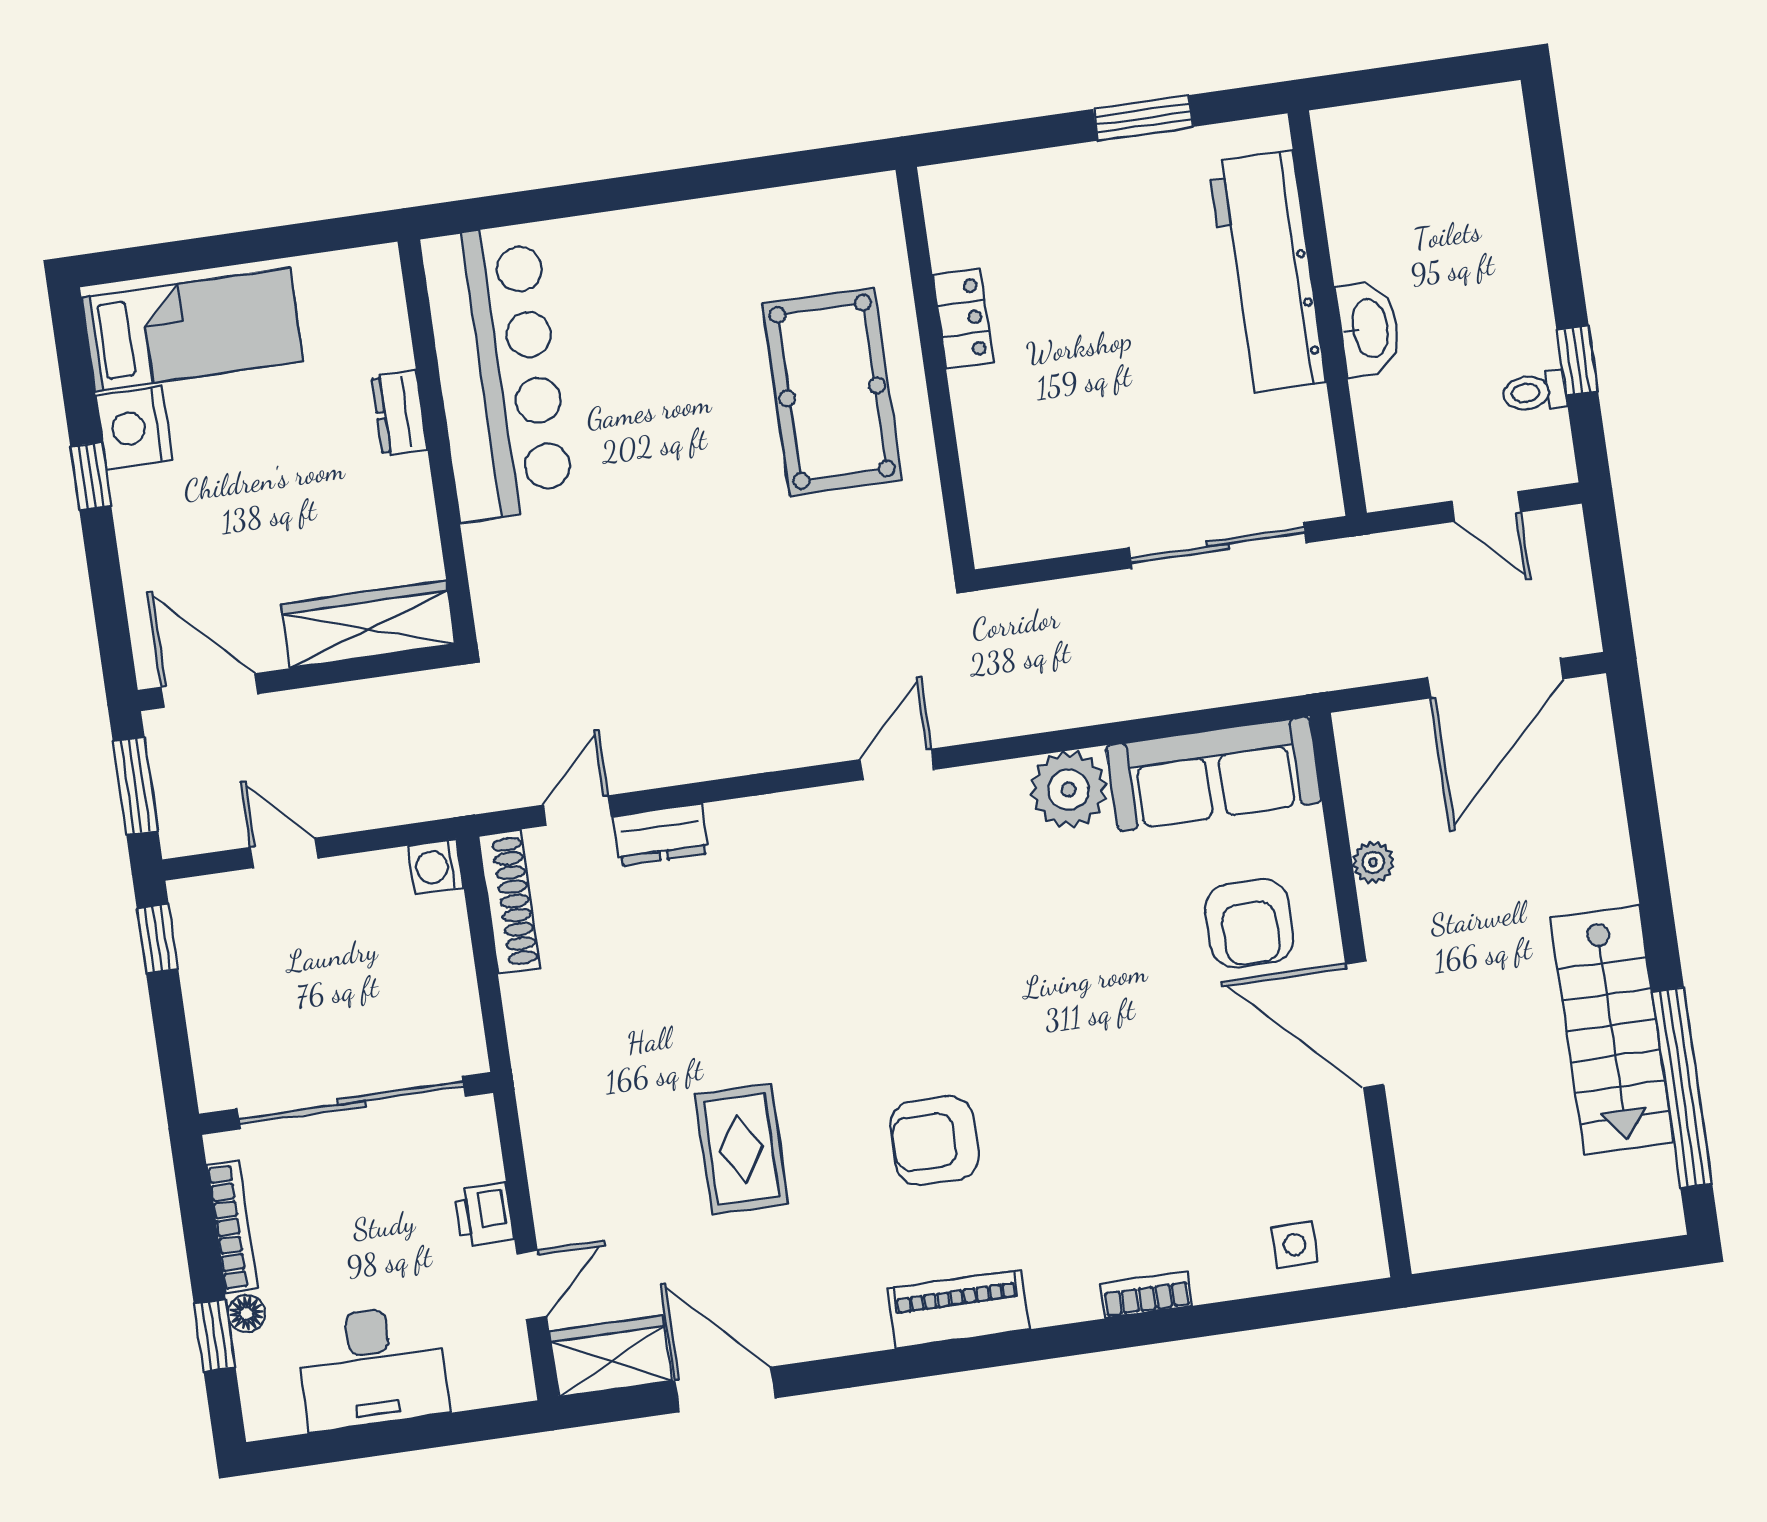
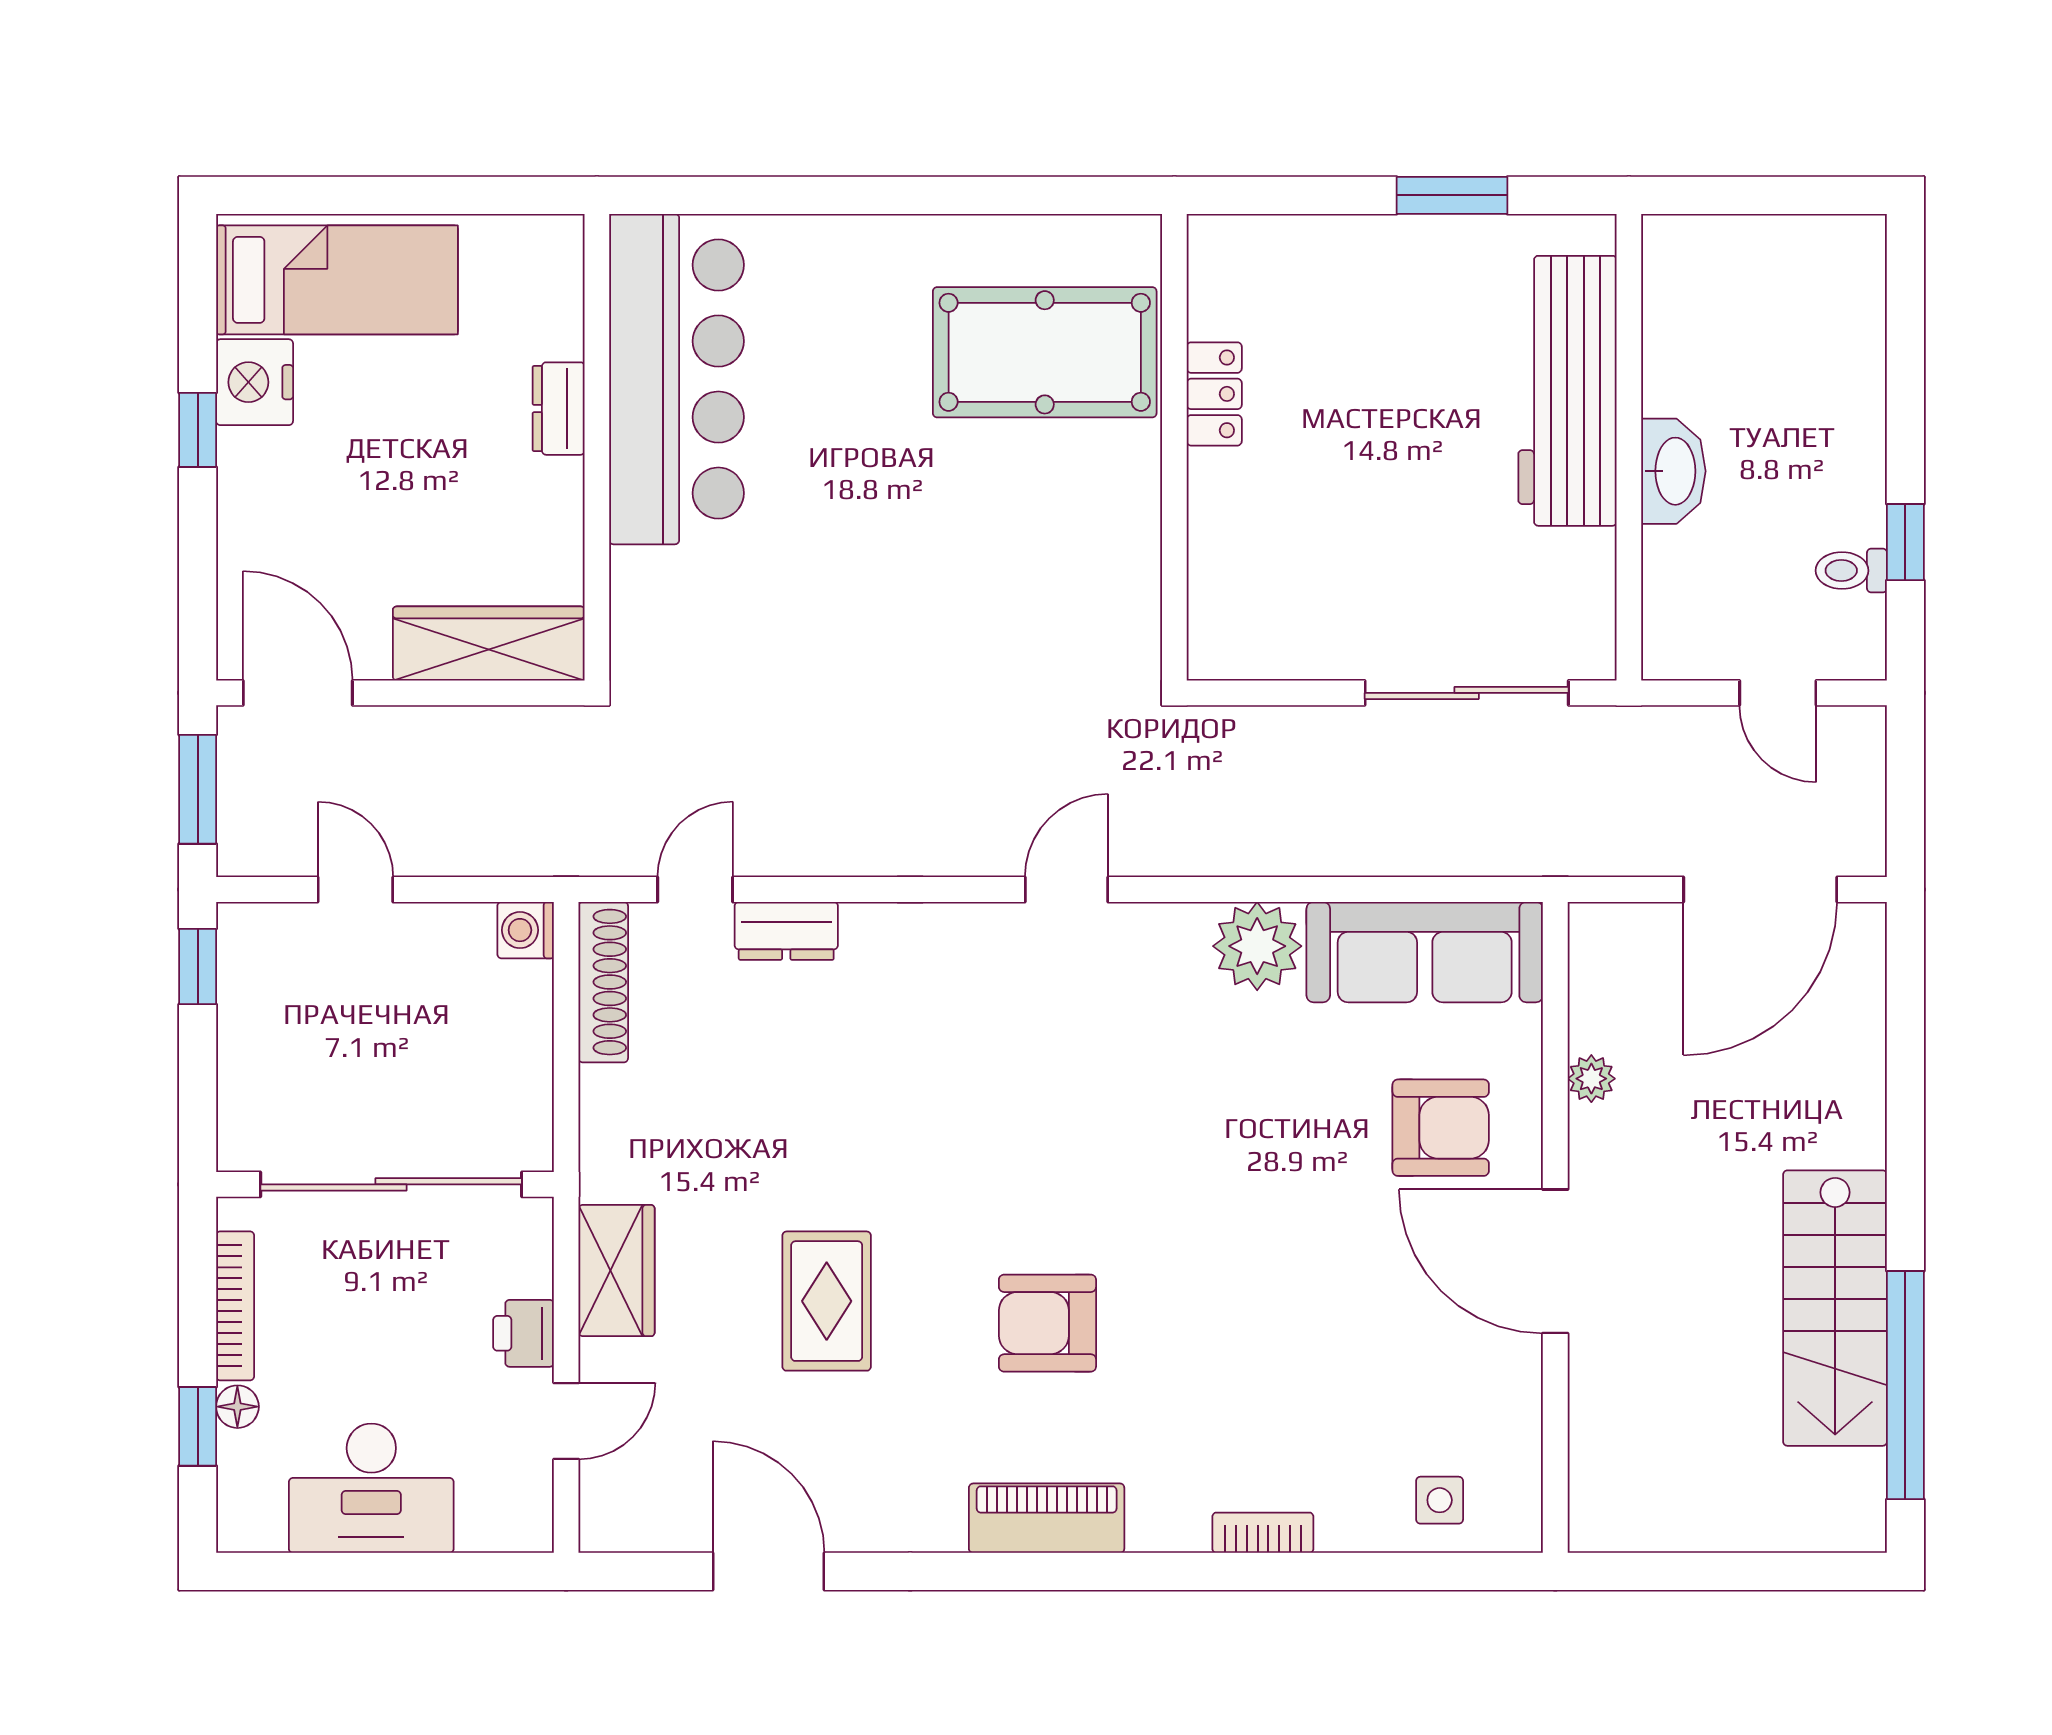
pool table: (832, 392) -> (1045, 352), moved, turned 90
armchair: (1249, 923) -> (1441, 1128), turned -90
wardrobe: (611, 1356) -> (617, 1271), moved, turned 90

